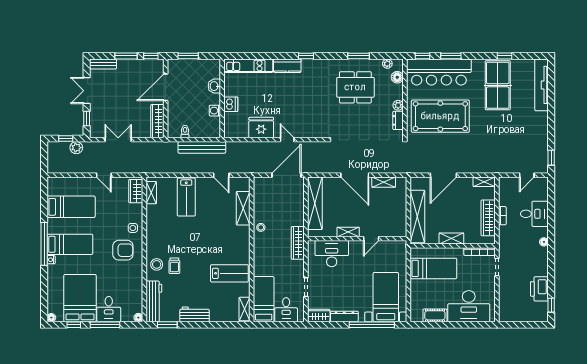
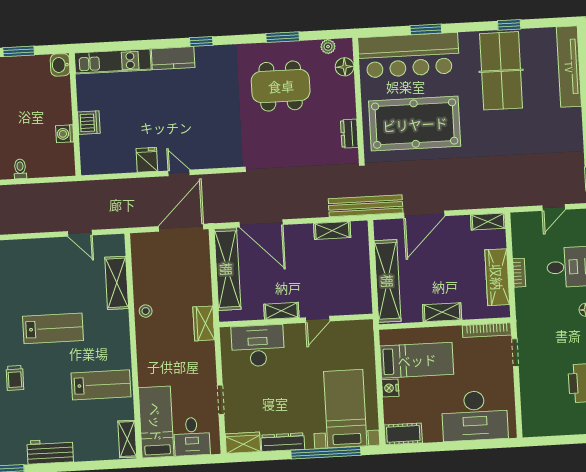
window: (422, 56) -> (382, 32), removed
washbasin: (214, 86) -> (60, 65), moved
plant: (398, 105) -> (348, 110), removed
fridge: (261, 128) -> (147, 160), width x0.53, depth x0.75
bench: (202, 147) -> (366, 206), moved
door: (355, 175) -> (261, 223), moved
lab bench: (186, 197) -> (53, 328), moved, turned -90
wardrobe: (298, 243) -> (204, 323), width x0.67
nightstand: (415, 285) -> (390, 388), added
cot: (435, 315) -> (403, 434), moved

